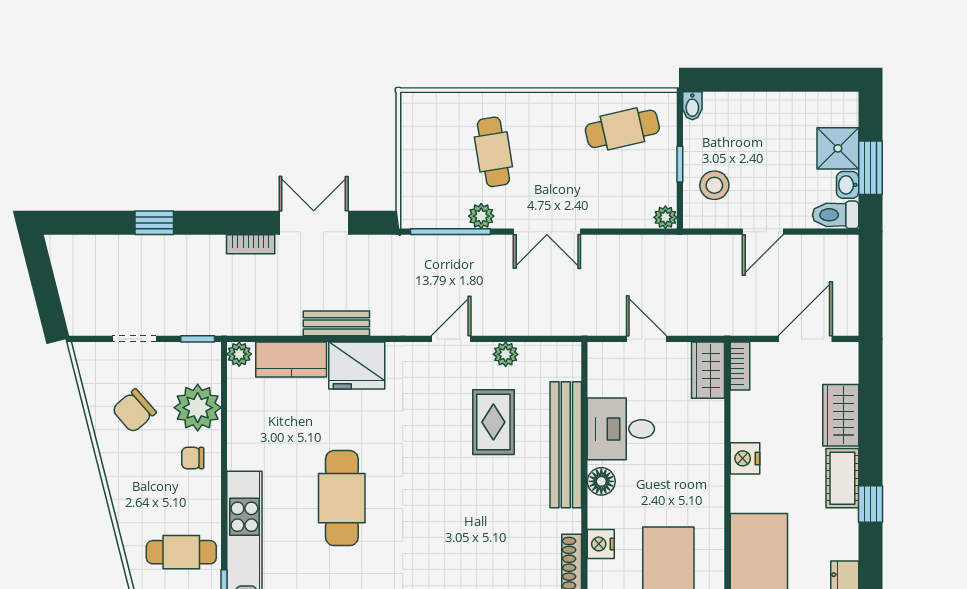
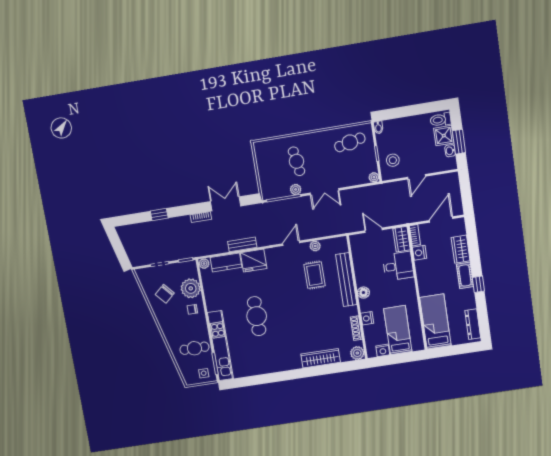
toilet: (836, 215) -> (441, 120), moved
desk: (621, 429) -> (398, 266), moved, turned 180
nightstand: (745, 458) -> (420, 253), moved

